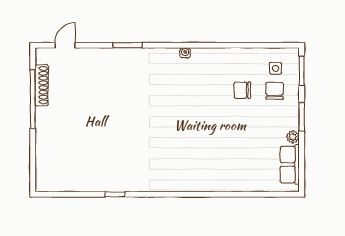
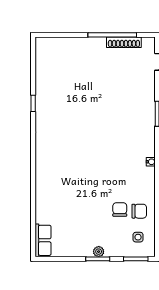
chair: (275, 91) -> (139, 211), moved
plant: (293, 137) -> (99, 252), moved
row of seats: (290, 164) -> (43, 240), moved, turned 90

